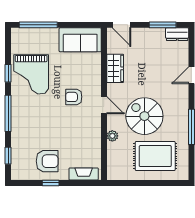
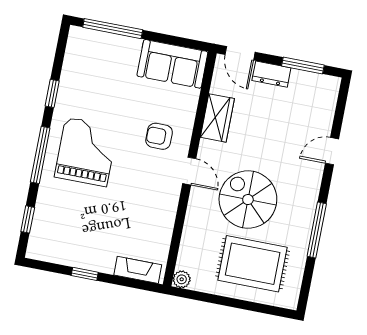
dresser: (177, 34) -> (271, 74), moved
grand piano: (31, 74) -> (86, 152), moved, turned 180
armchair: (74, 97) -> (159, 136), moved
plant: (112, 136) -> (182, 279), moved
armchair: (47, 161) -> (86, 239), removed

